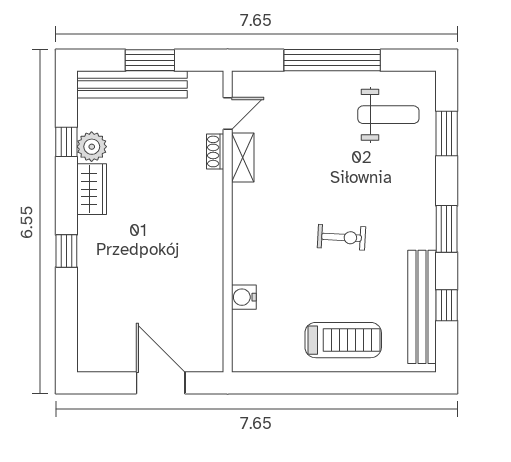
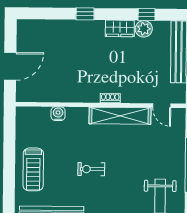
shoe rack: (215, 151) -> (110, 98), moved
shelving: (243, 158) -> (120, 116), width x2.20, depth x1.33
exercise bike: (342, 237) -> (91, 169), turned 87

